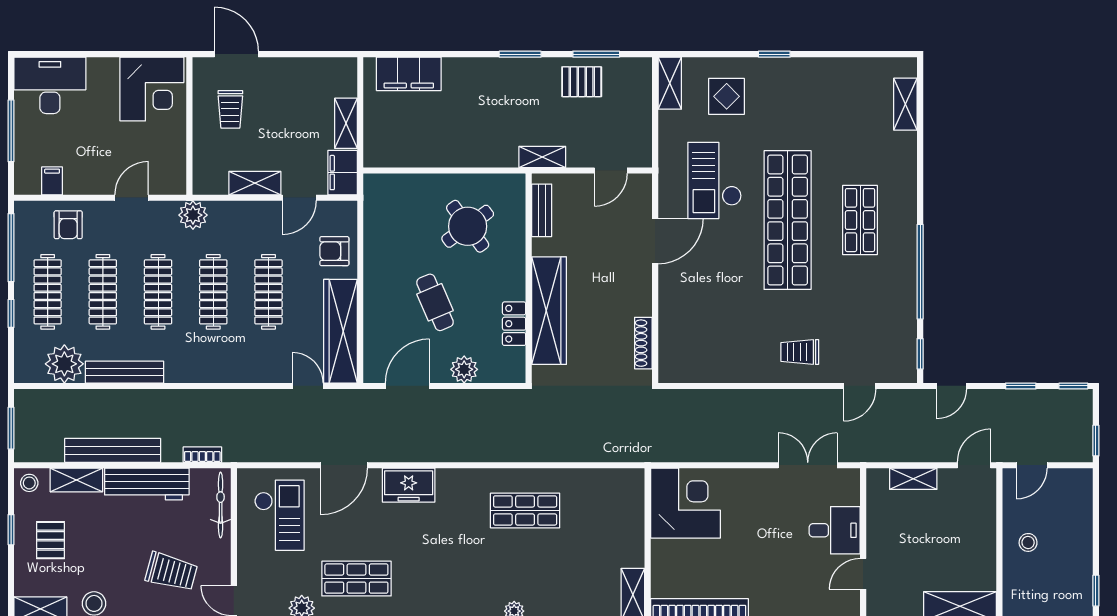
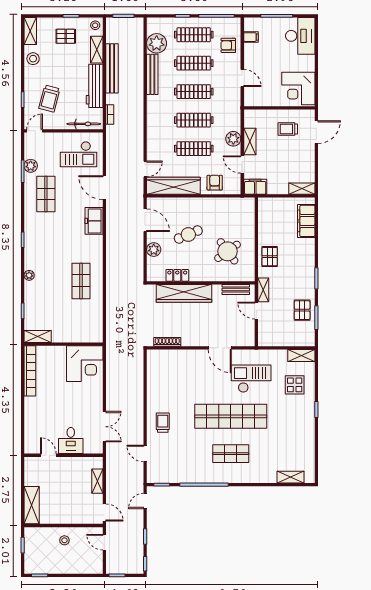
shelving: (346, 123) -> (302, 189), moved
pallet: (478, 145) -> (270, 257), added
door: (611, 170) -> (256, 311), moved
plant: (193, 215) -> (233, 139), moved
door: (952, 386) -> (145, 501), hinge flipped

